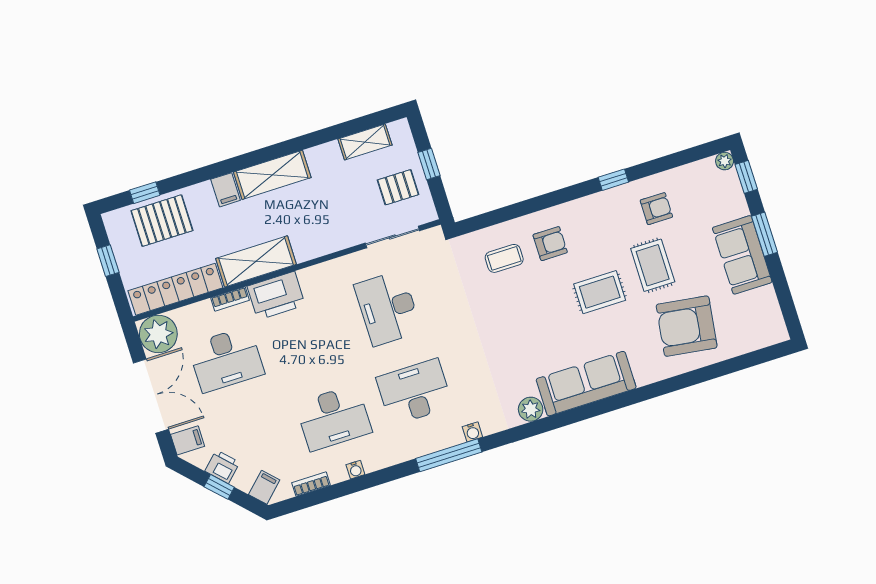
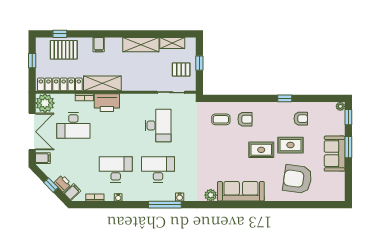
shelving: (272, 175) -> (141, 45), moved
rug: (653, 265) -> (290, 145), turned 90
desk: (388, 308) -> (158, 125), turned 180
desk: (334, 418) -> (116, 169), turned 180
printer: (222, 467) -> (63, 183), moved

